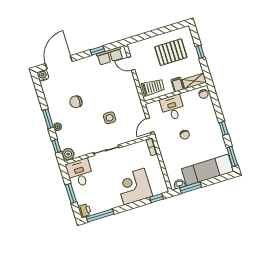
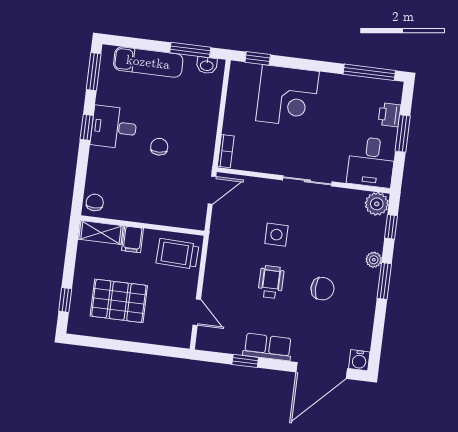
window: (200, 52) -> (65, 300), moved
row of seats: (110, 56) -> (268, 347), moved
wheelchair: (102, 94) -> (271, 282), added
desk: (173, 108) -> (114, 127), moved, turned 90
exam couch: (207, 170) -> (148, 62), width x0.73, depth x0.69
printer: (85, 210) -> (389, 115), moved

